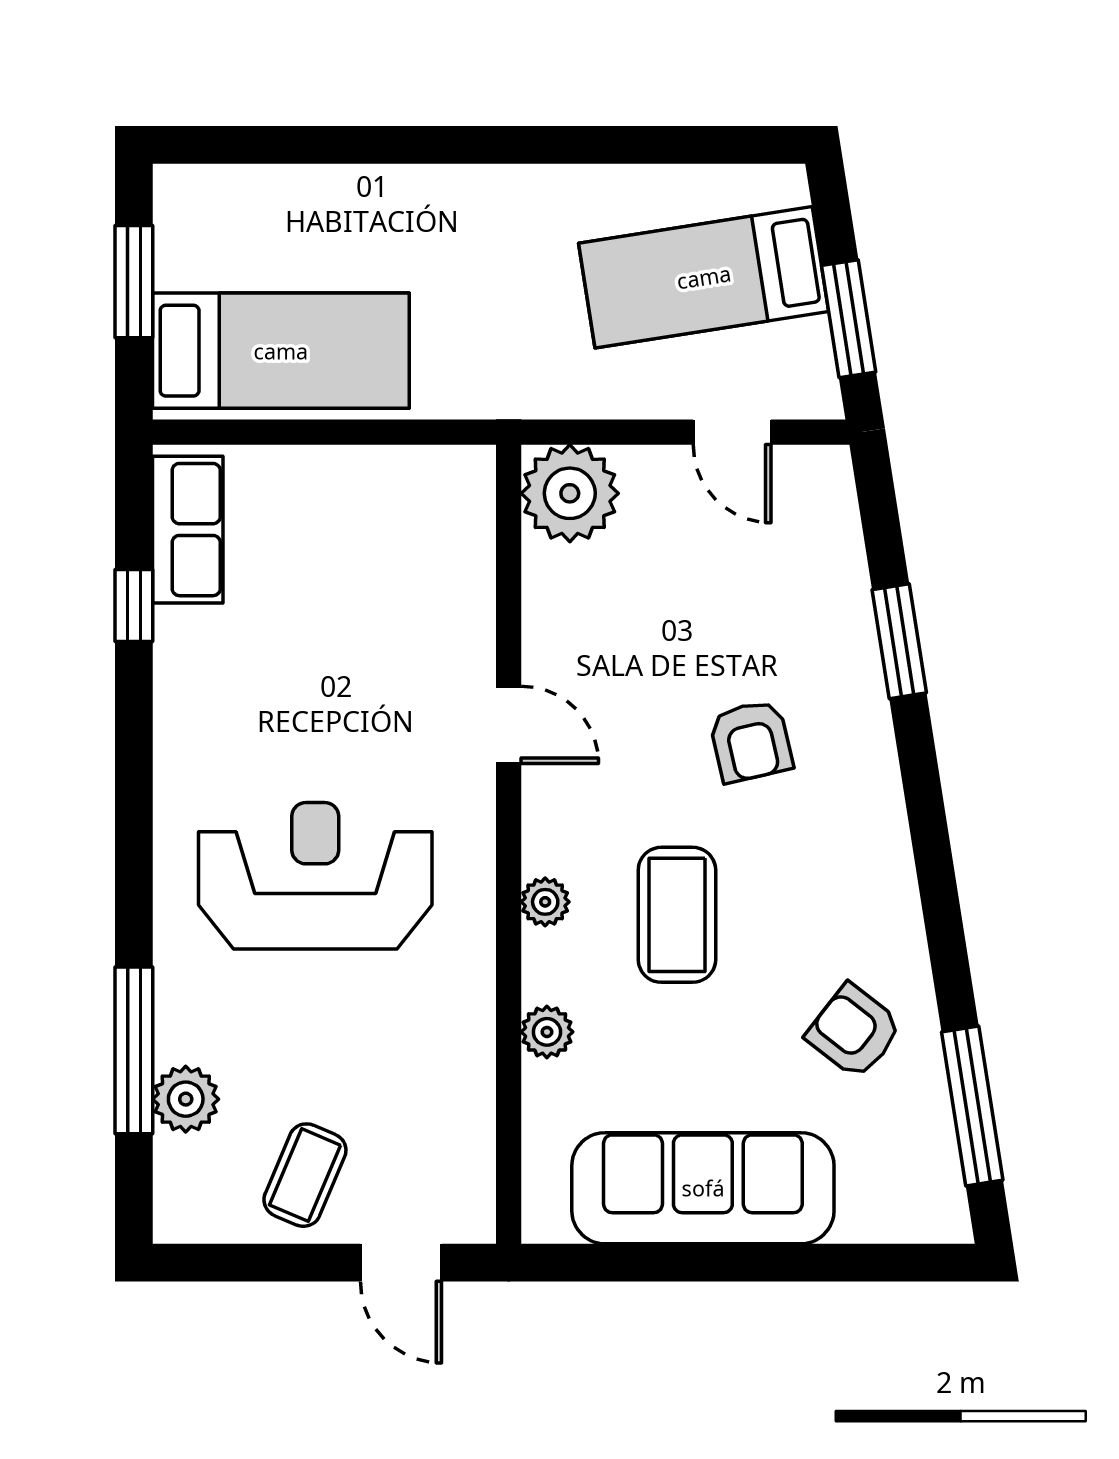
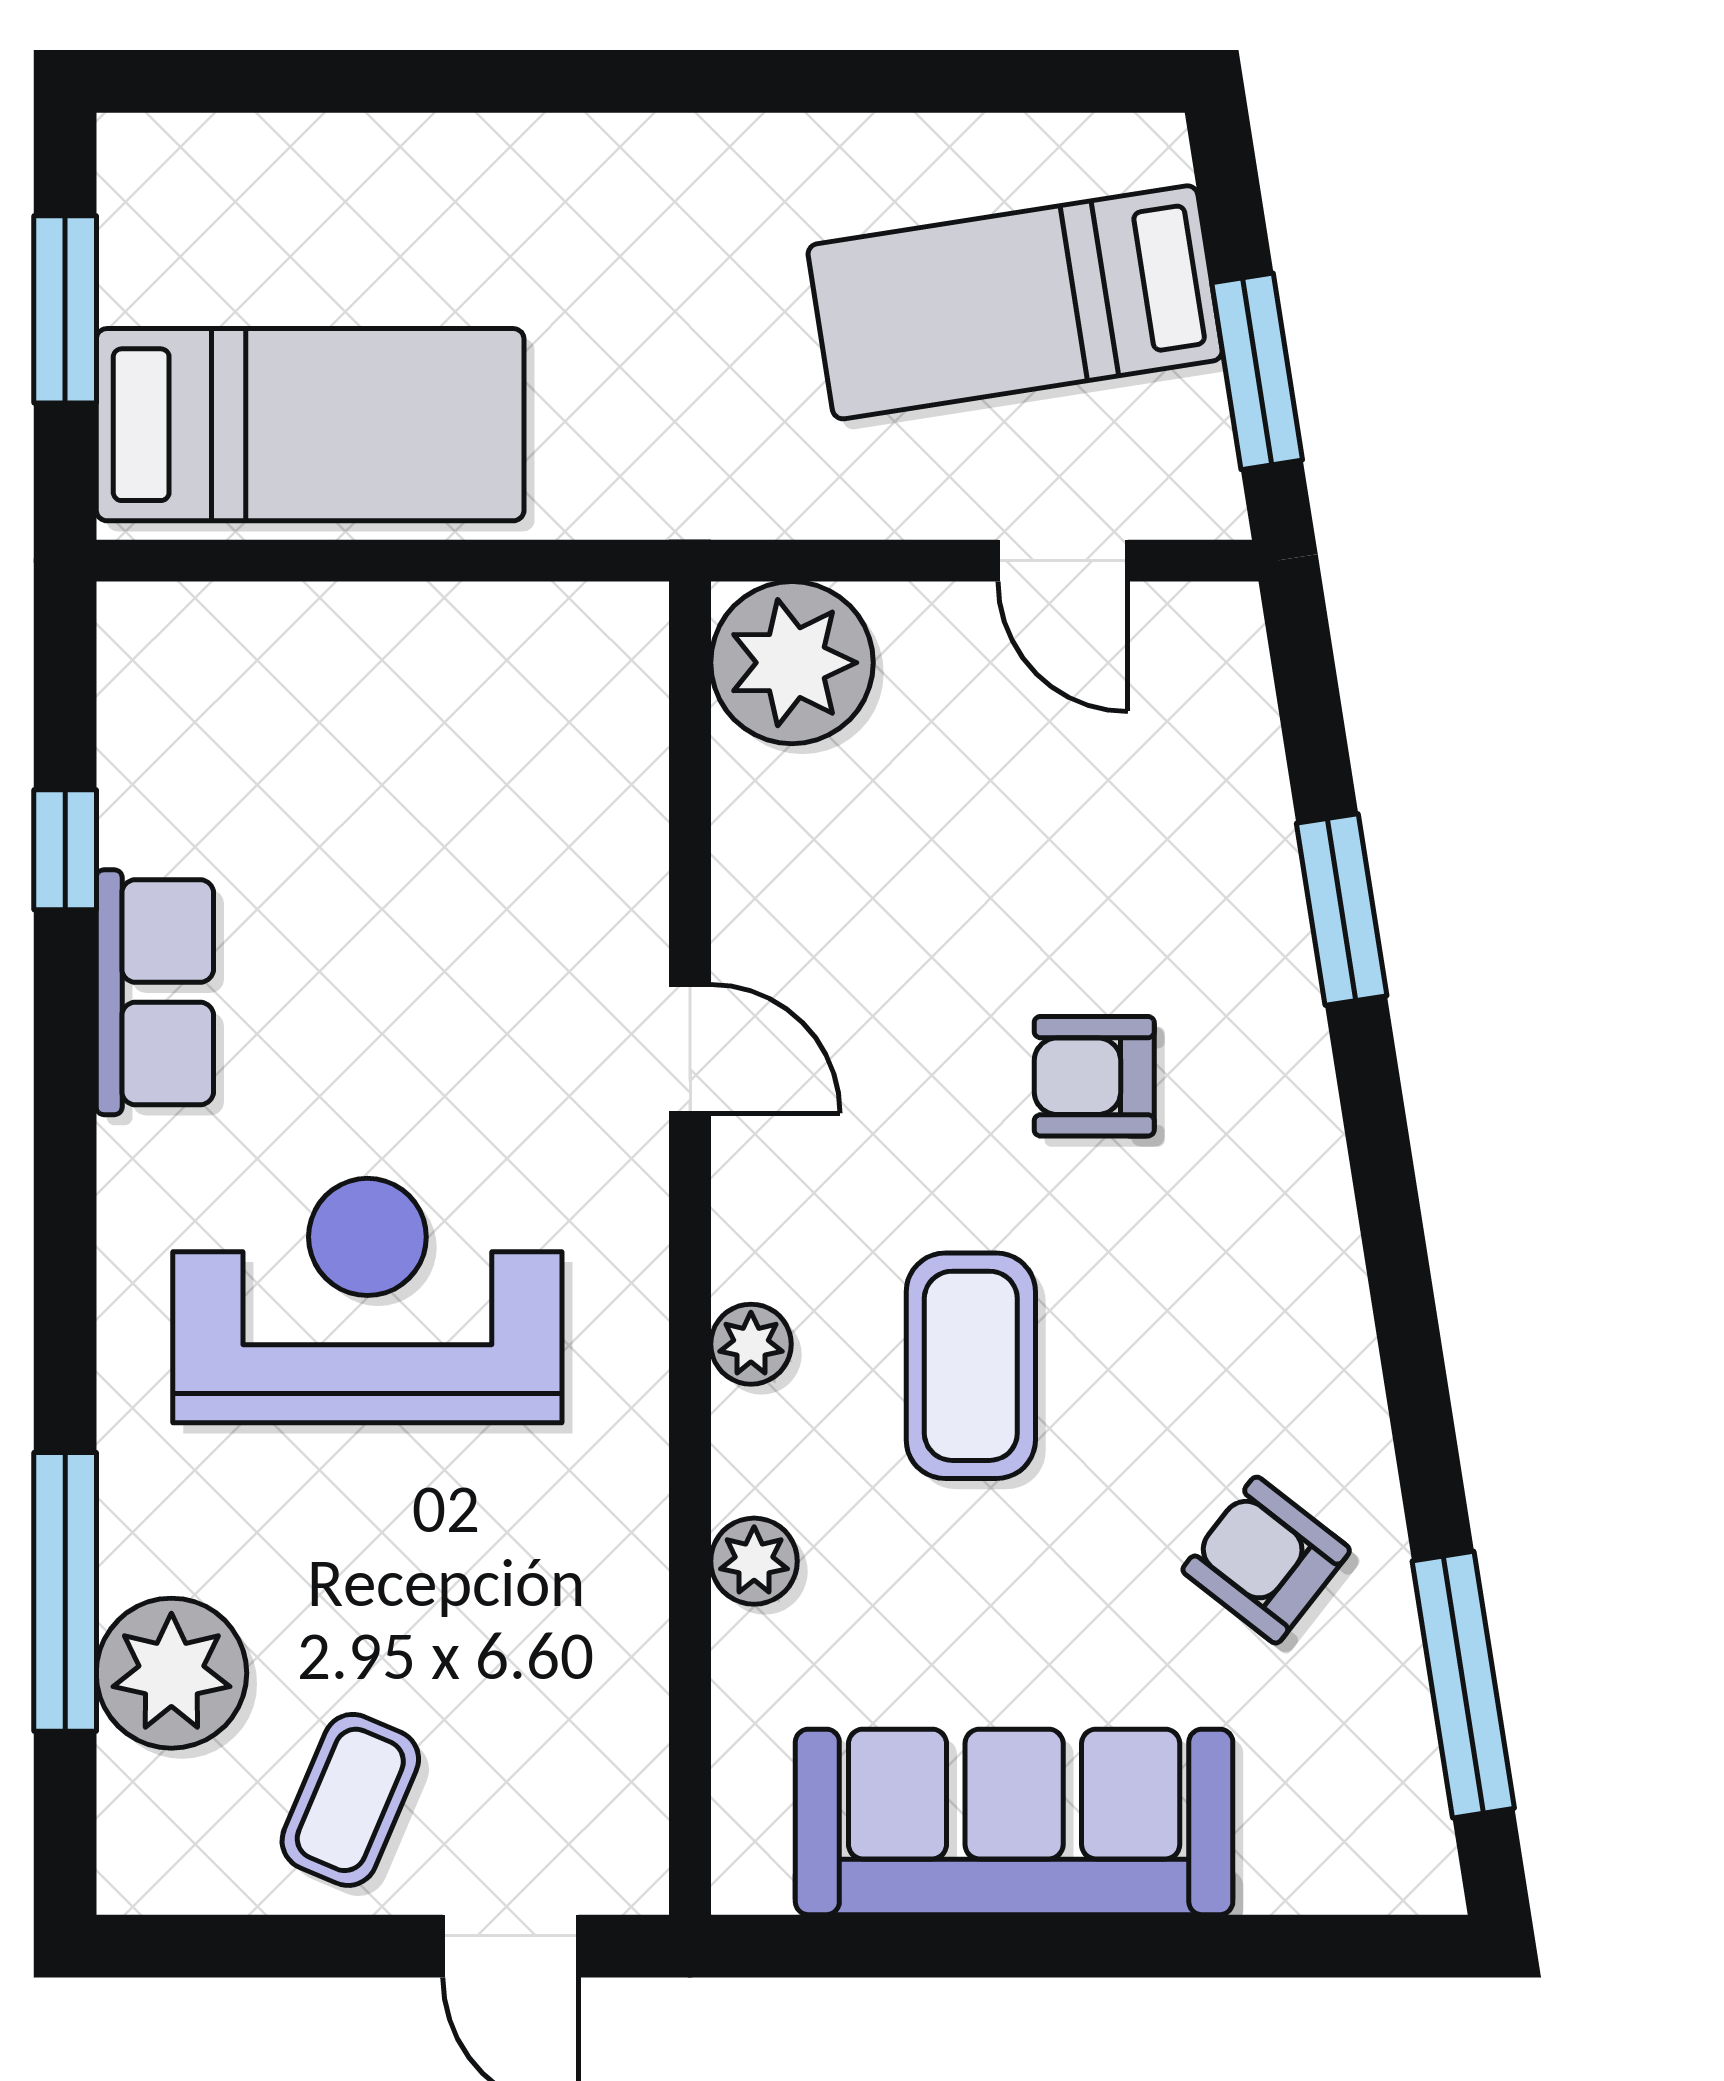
row of seats: (188, 530) -> (155, 992), moved
armchair: (751, 741) -> (1094, 1076), turned 103
plant: (186, 1099) -> (171, 1673), width x1.36, depth x1.36

